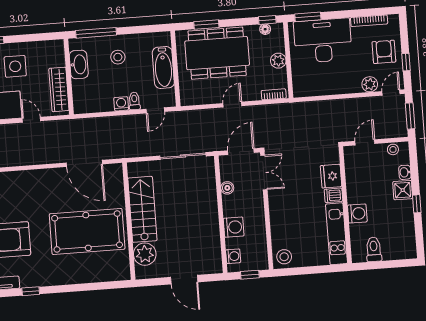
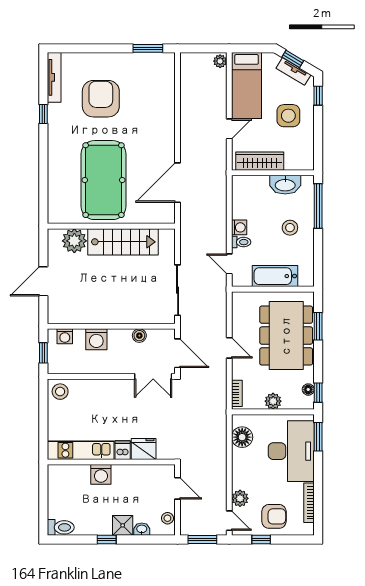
floor lamp: (313, 87) -> (242, 437), added
toilet: (374, 249) -> (61, 527), moved

